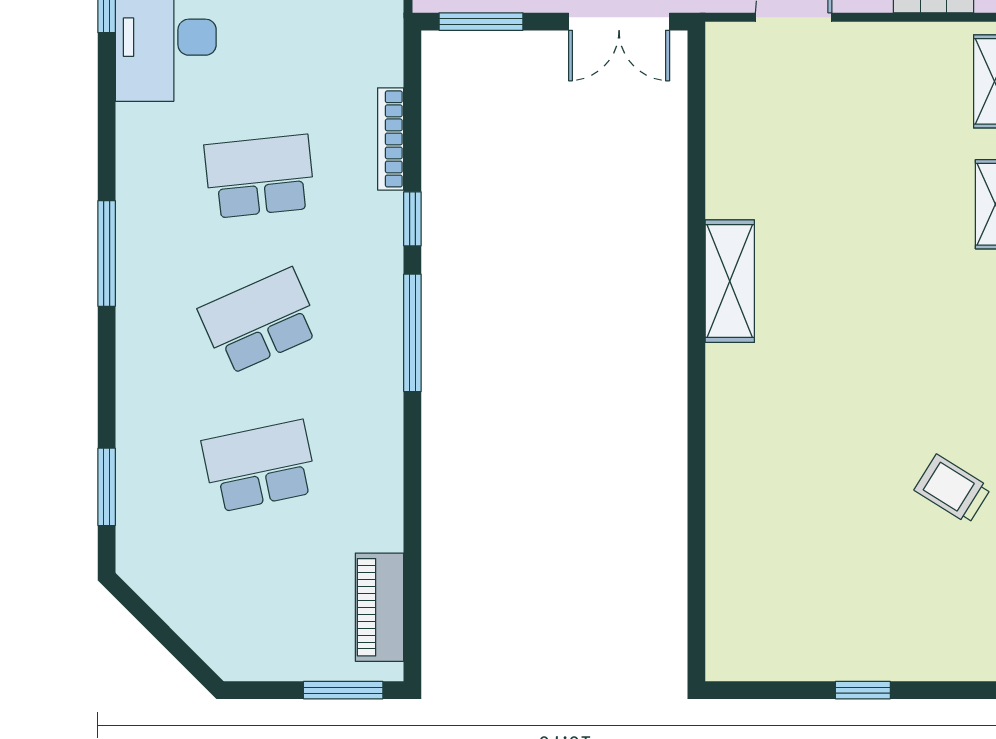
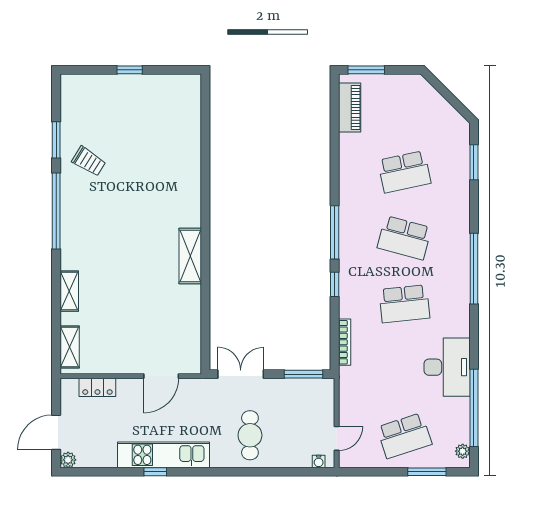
bookcase: (391, 139) -> (345, 342), moved
window: (107, 253) -> (474, 269), width x1.46
school desk: (260, 321) -> (404, 238), turned 39

